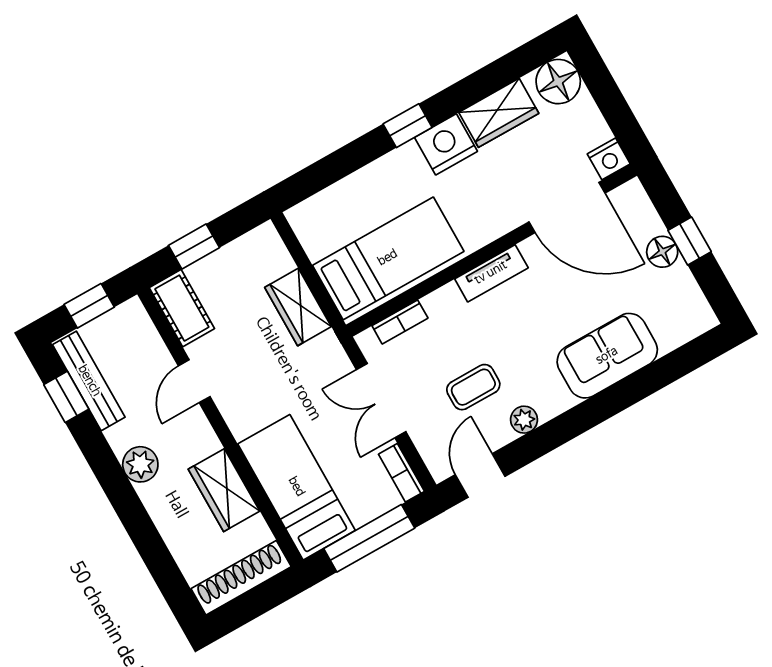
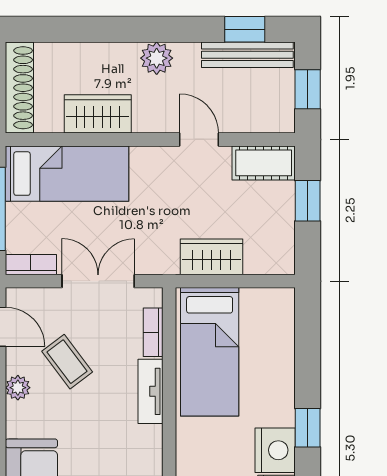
tv unit: (491, 273) -> (150, 391), moved
coffee table: (473, 387) -> (67, 362), turned -37

